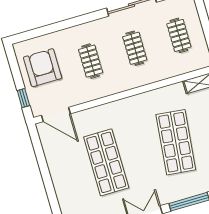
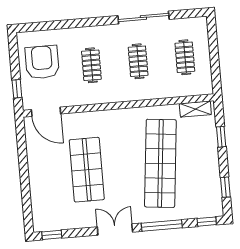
shop shelf: (176, 142) -> (160, 163), width x1.40

